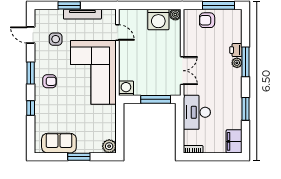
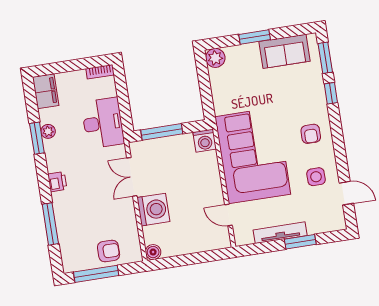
washing machine: (158, 19) -> (153, 210), moved, turned 90
side table: (56, 39) -> (316, 177), moved
printer: (236, 50) -> (57, 182), moved
window: (246, 62) -> (50, 224), moved
plant: (237, 63) -> (48, 131), moved
window: (31, 73) -> (325, 58), moved
armchair: (50, 81) -> (311, 134), turned -90

